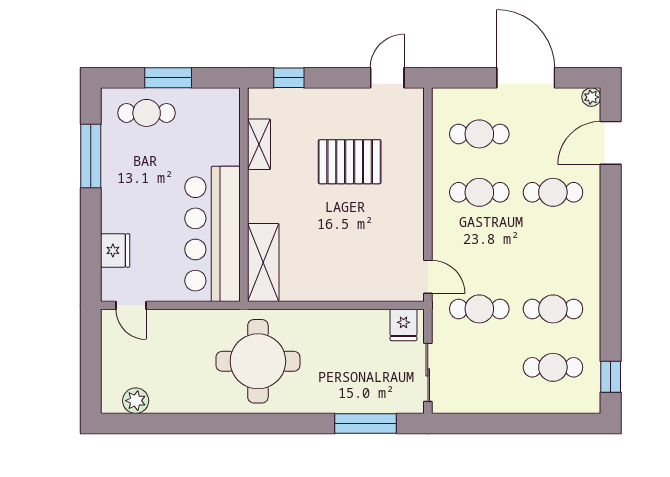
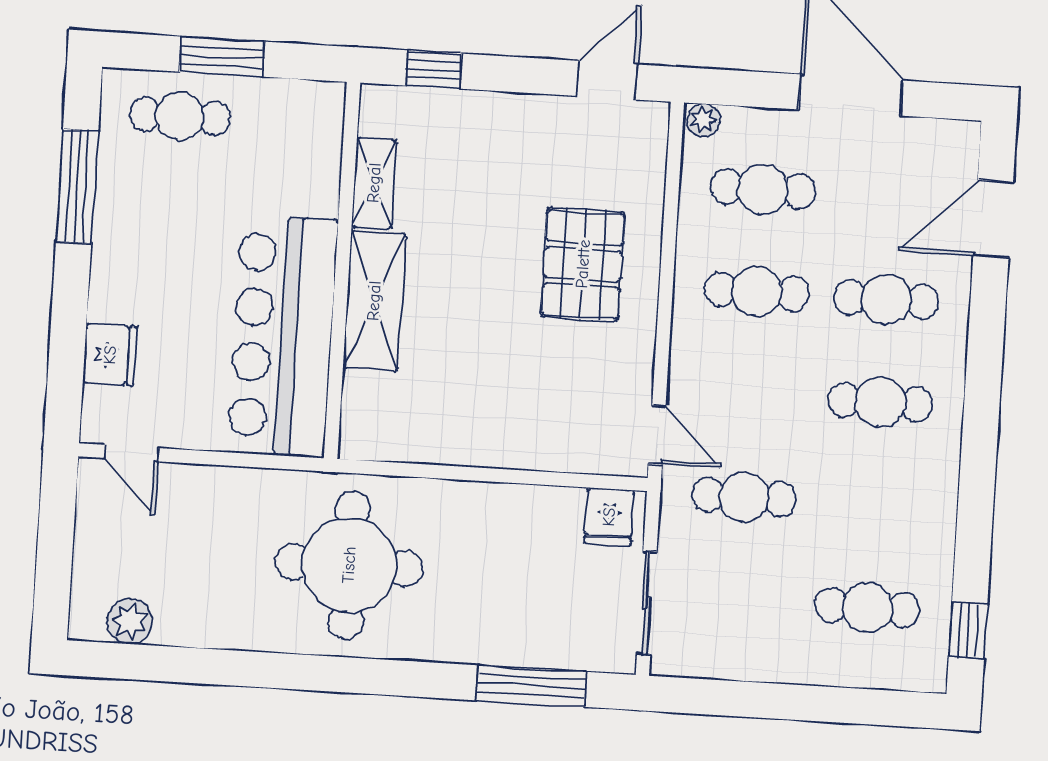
plant: (591, 97) -> (704, 120), moved
pallet: (350, 162) -> (583, 264), moved, turned 90
shelving: (263, 263) -> (374, 301), moved
cafe table: (553, 309) -> (880, 402), moved

